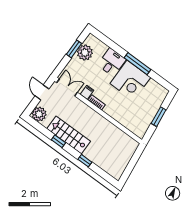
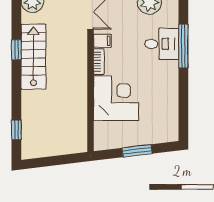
window: (137, 64) -> (183, 46), moved
corner desk: (130, 80) -> (116, 98), moved, turned 180
window: (85, 161) -> (16, 130), moved

